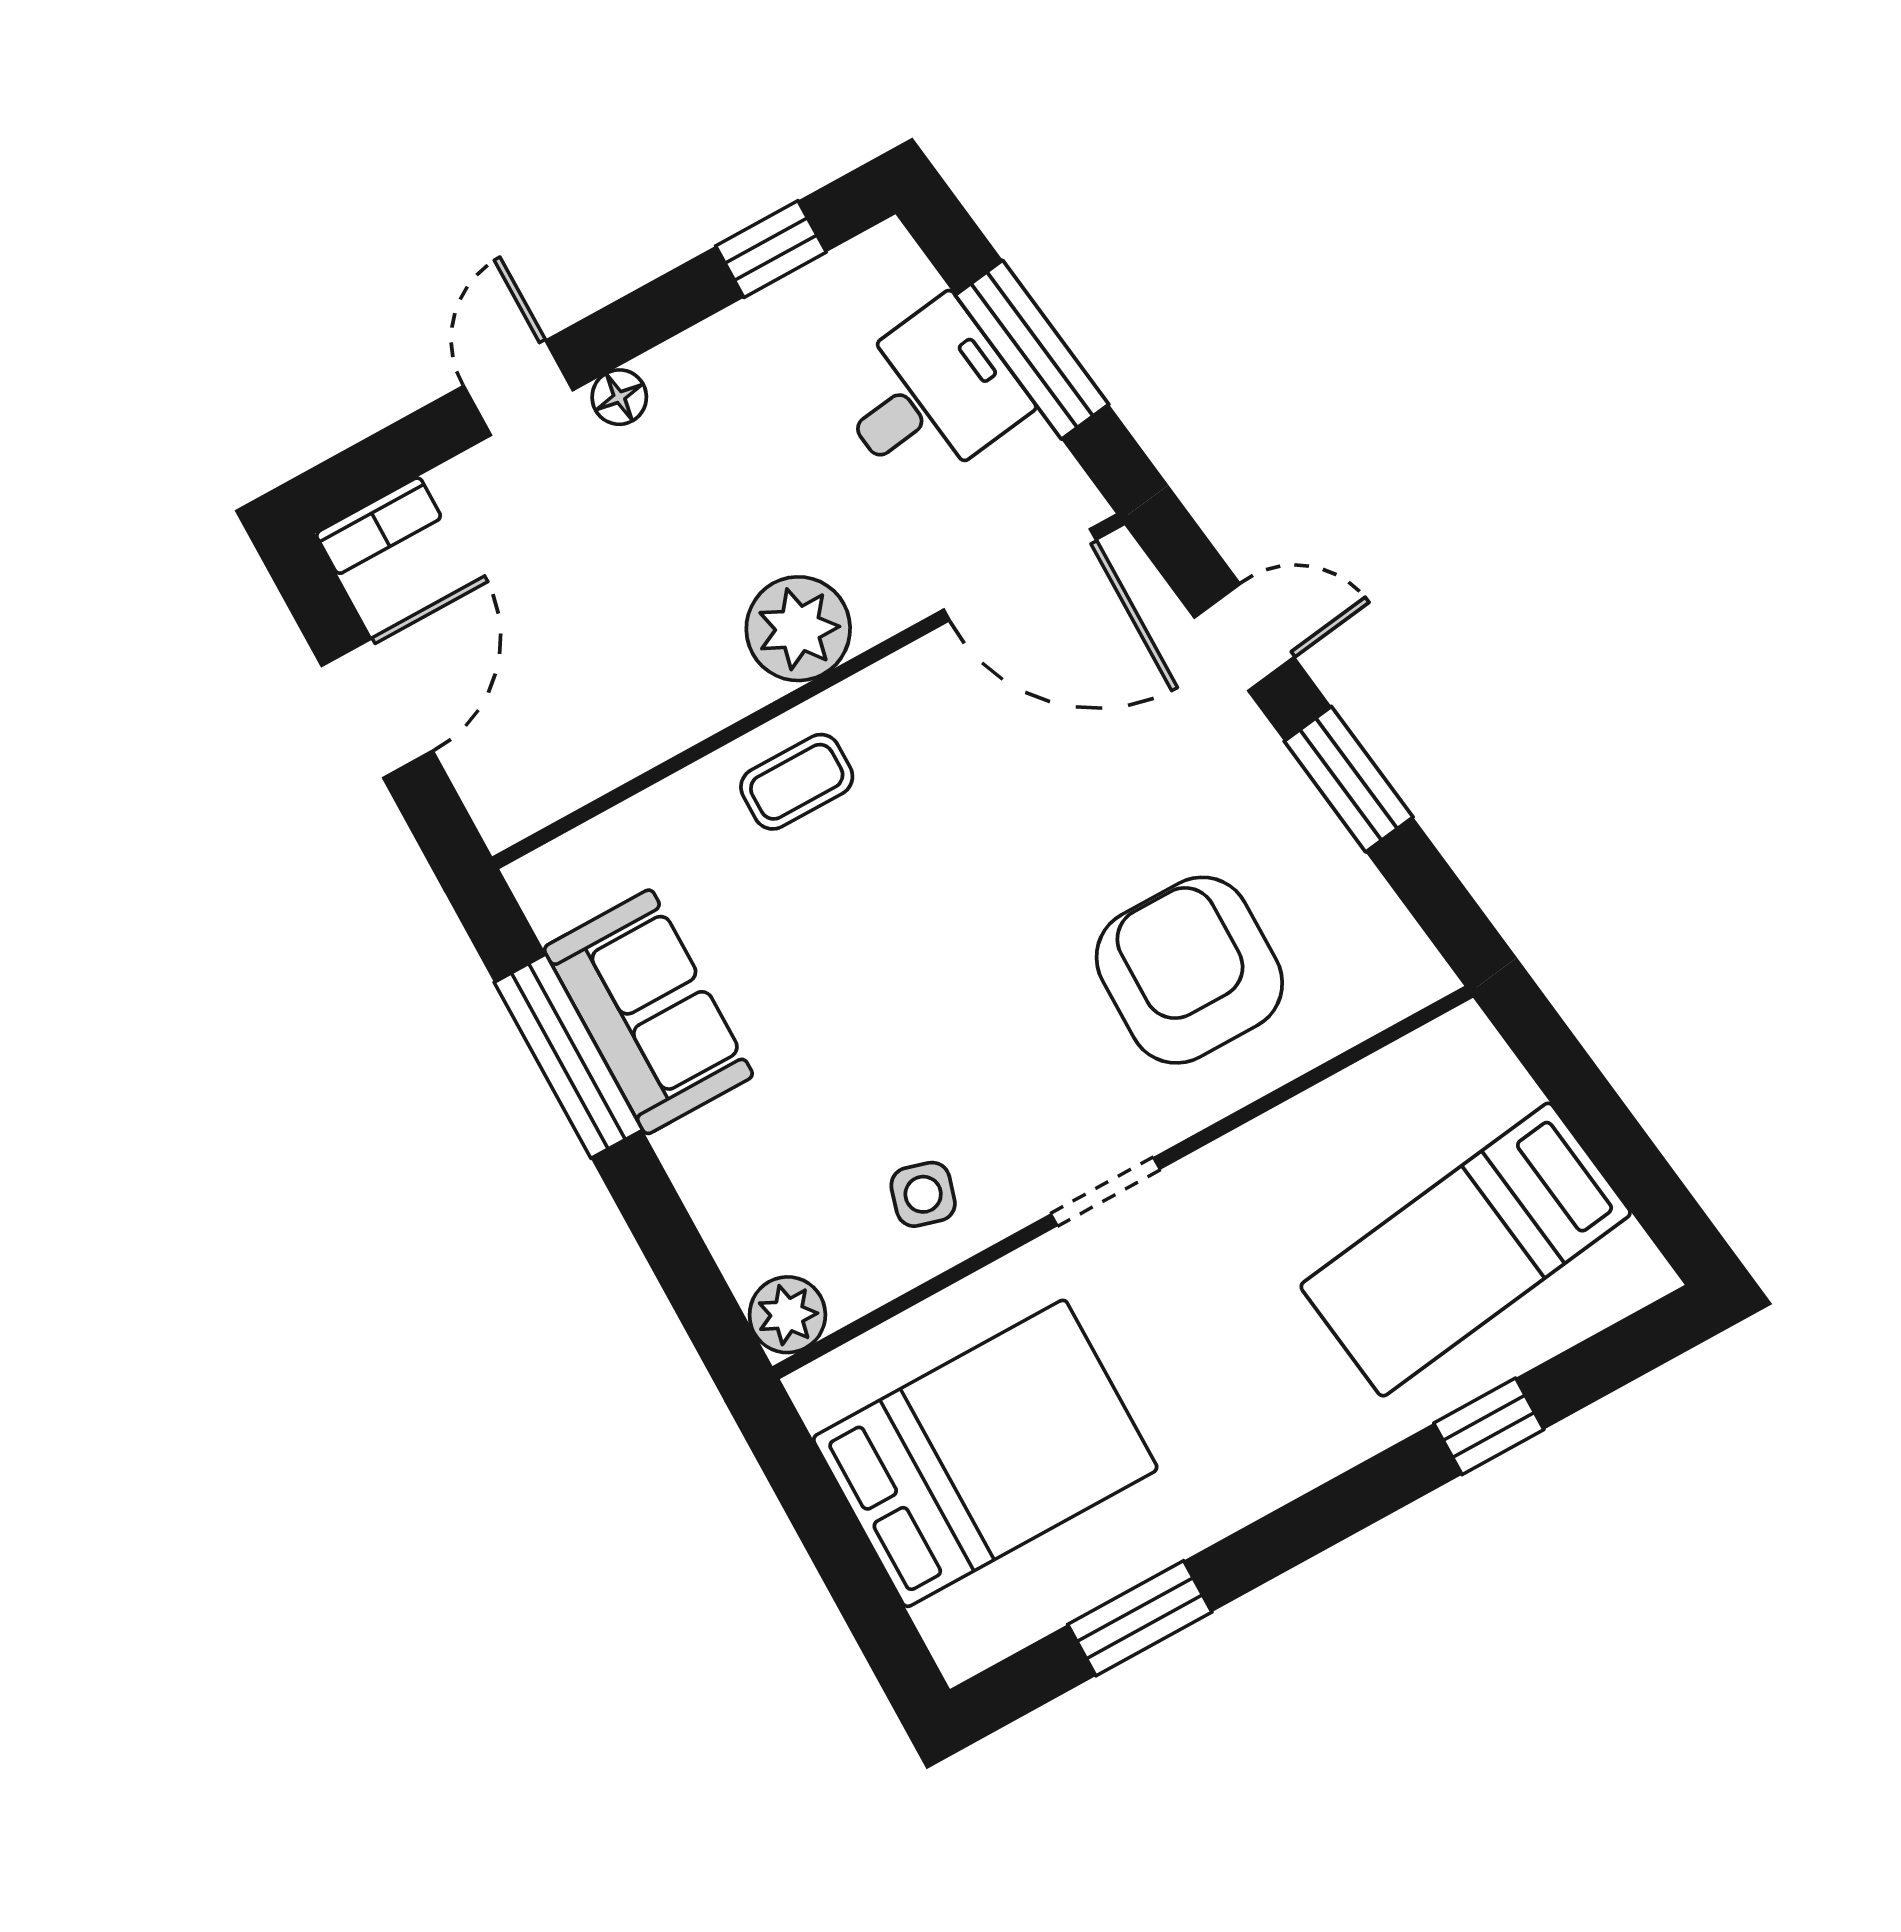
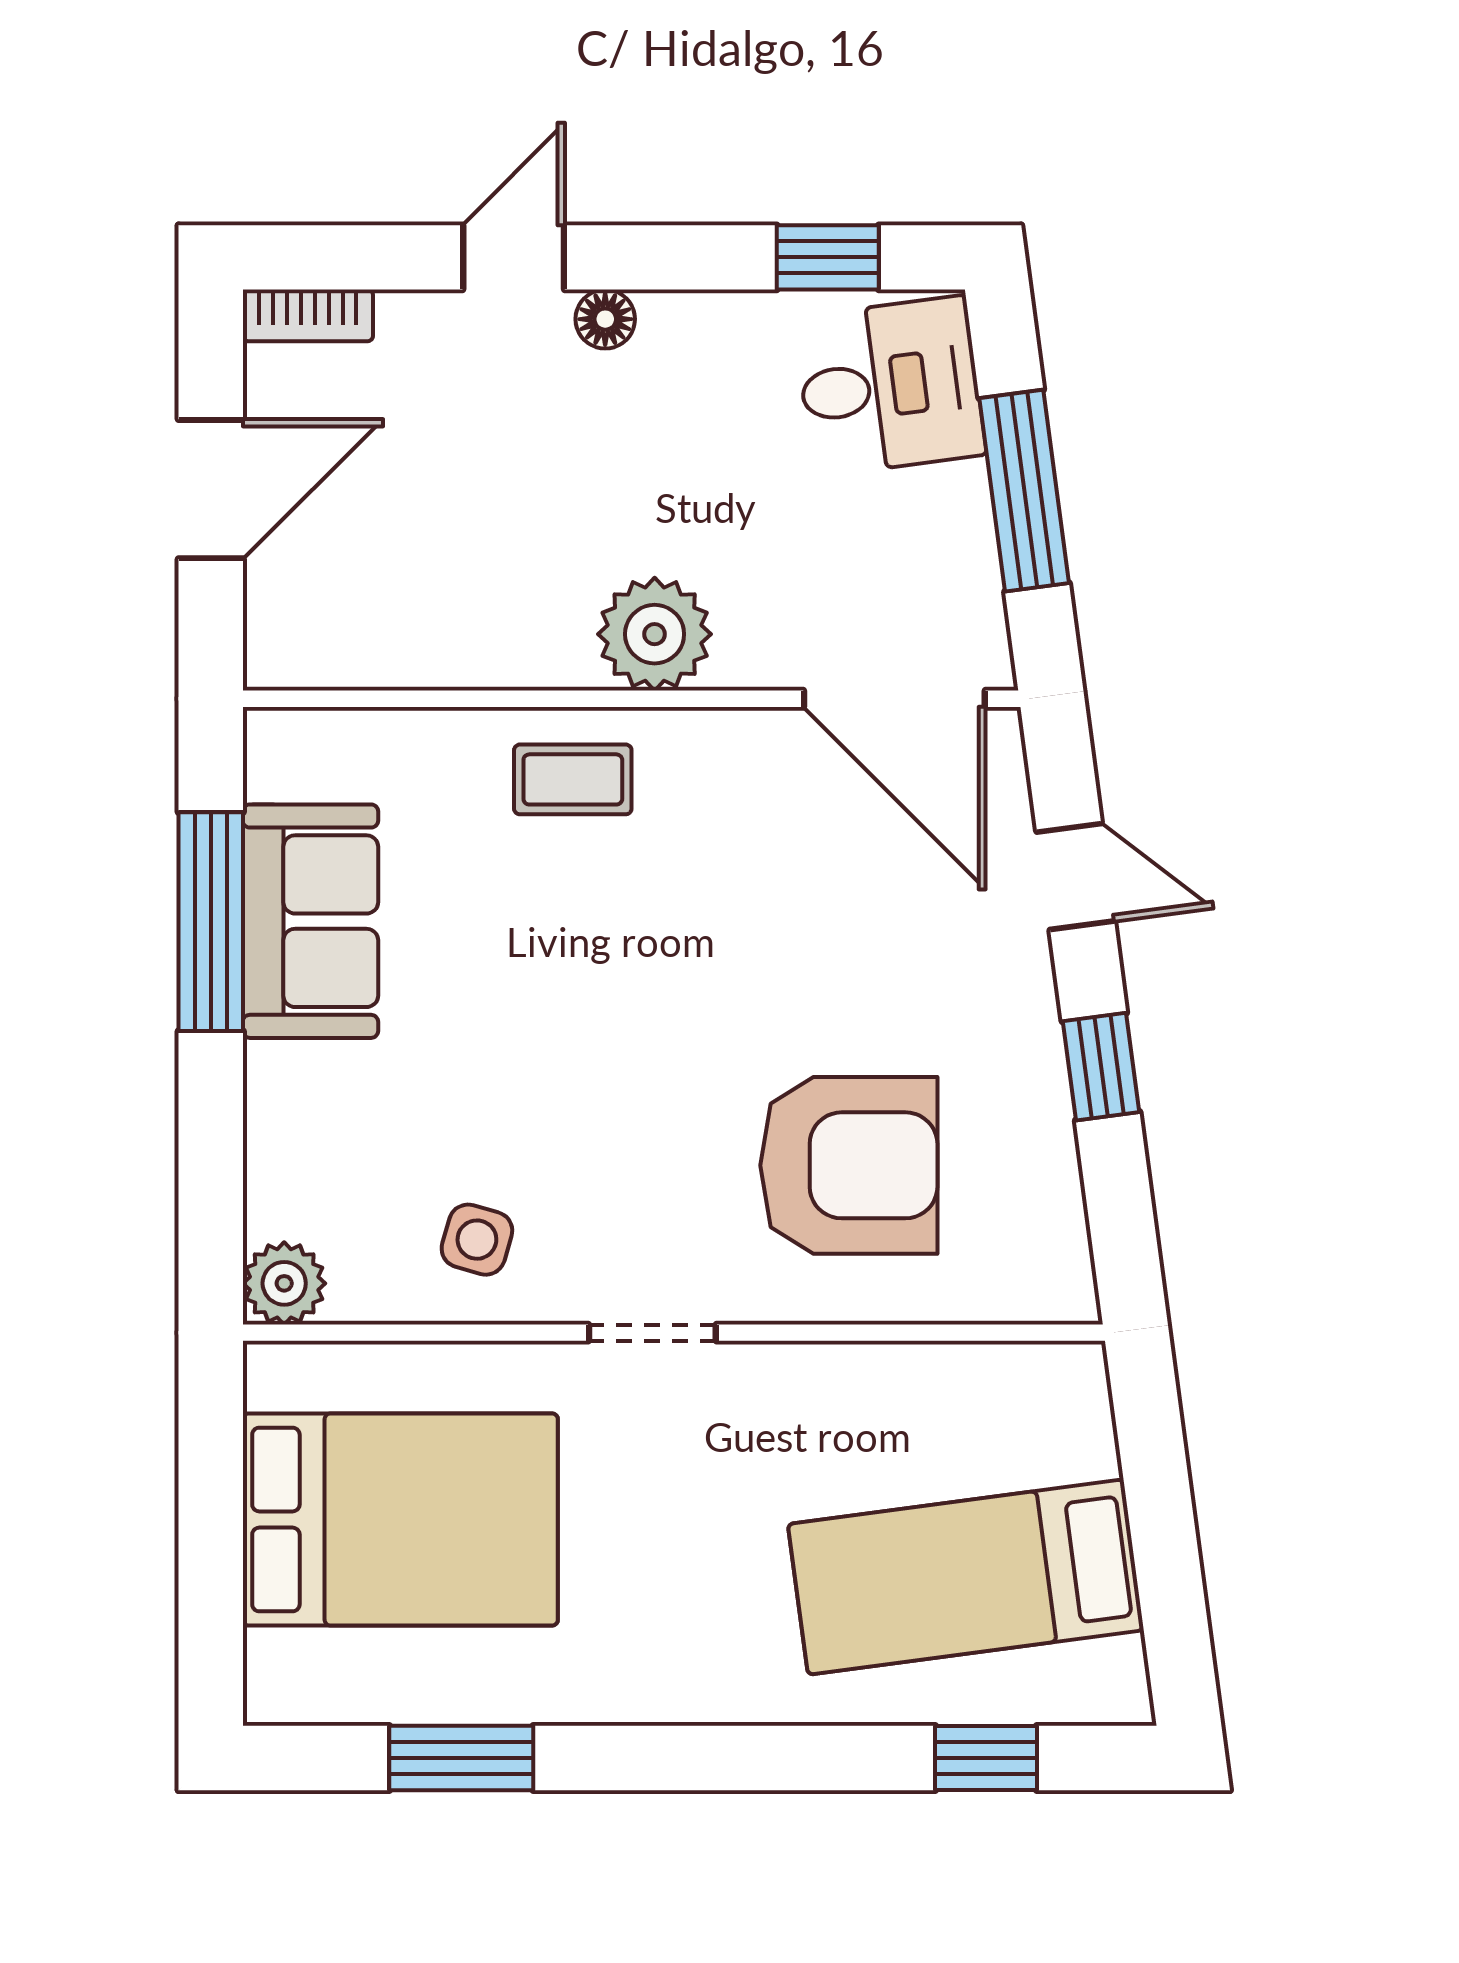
desk: (930, 395) -> (890, 386), moved
window: (1349, 779) -> (1101, 1067), width x0.67
armchair: (1189, 970) -> (849, 1165), turned 90
window: (1489, 1426) -> (986, 1758), moved

